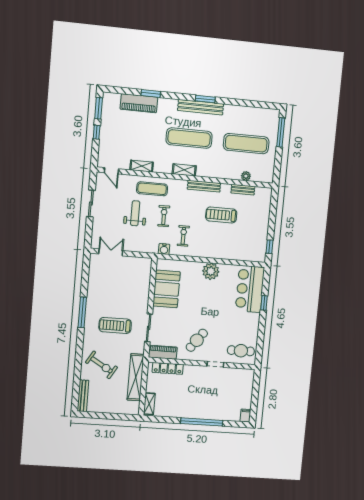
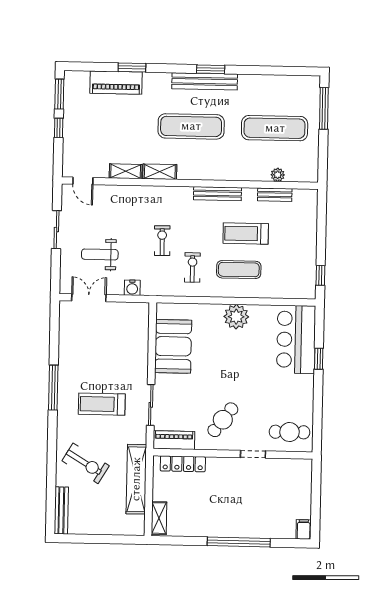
shelving: (184, 170) -> (160, 172), moved
exercise mat: (152, 189) -> (239, 270), moved
weight bench: (135, 213) -> (100, 254), moved, turned -90
water cooler: (164, 249) -> (132, 288), moved

